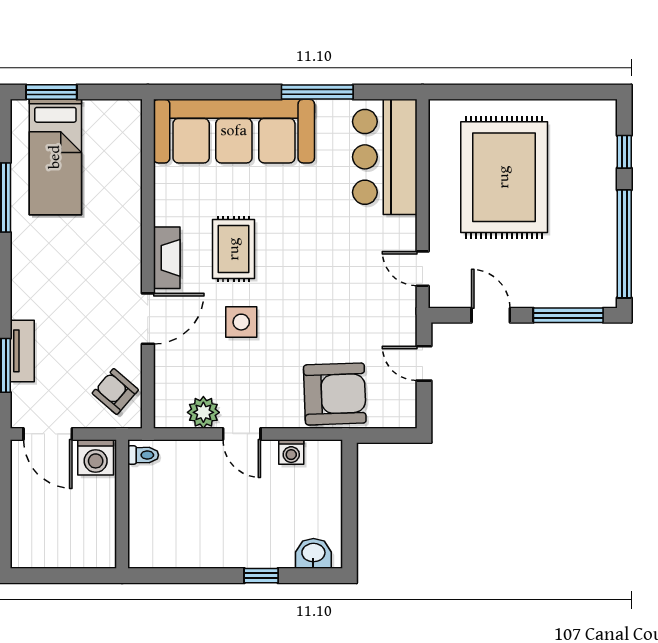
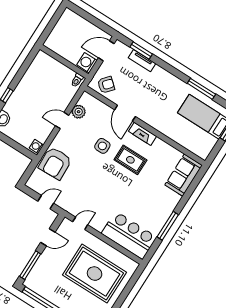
sofa: (234, 131) -> (184, 175), width x0.54, depth x0.79
washing machine: (291, 452) -> (36, 147), moved

